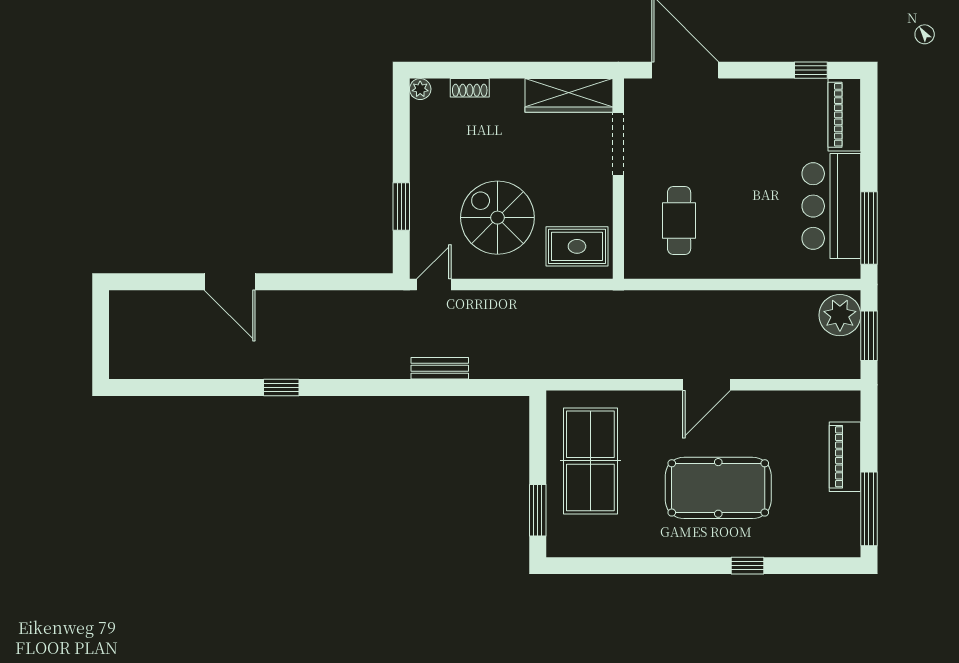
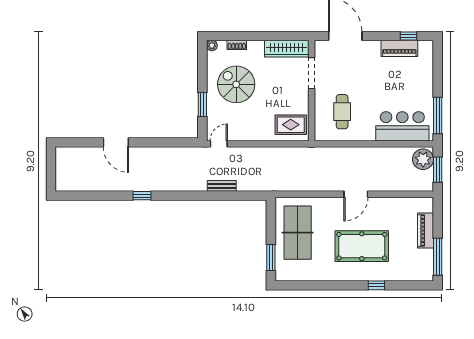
piano: (844, 115) -> (399, 48), moved, turned -90
bar counter: (831, 206) -> (402, 126), moved, turned 90
spiral stairs: (497, 218) -> (236, 84), moved

